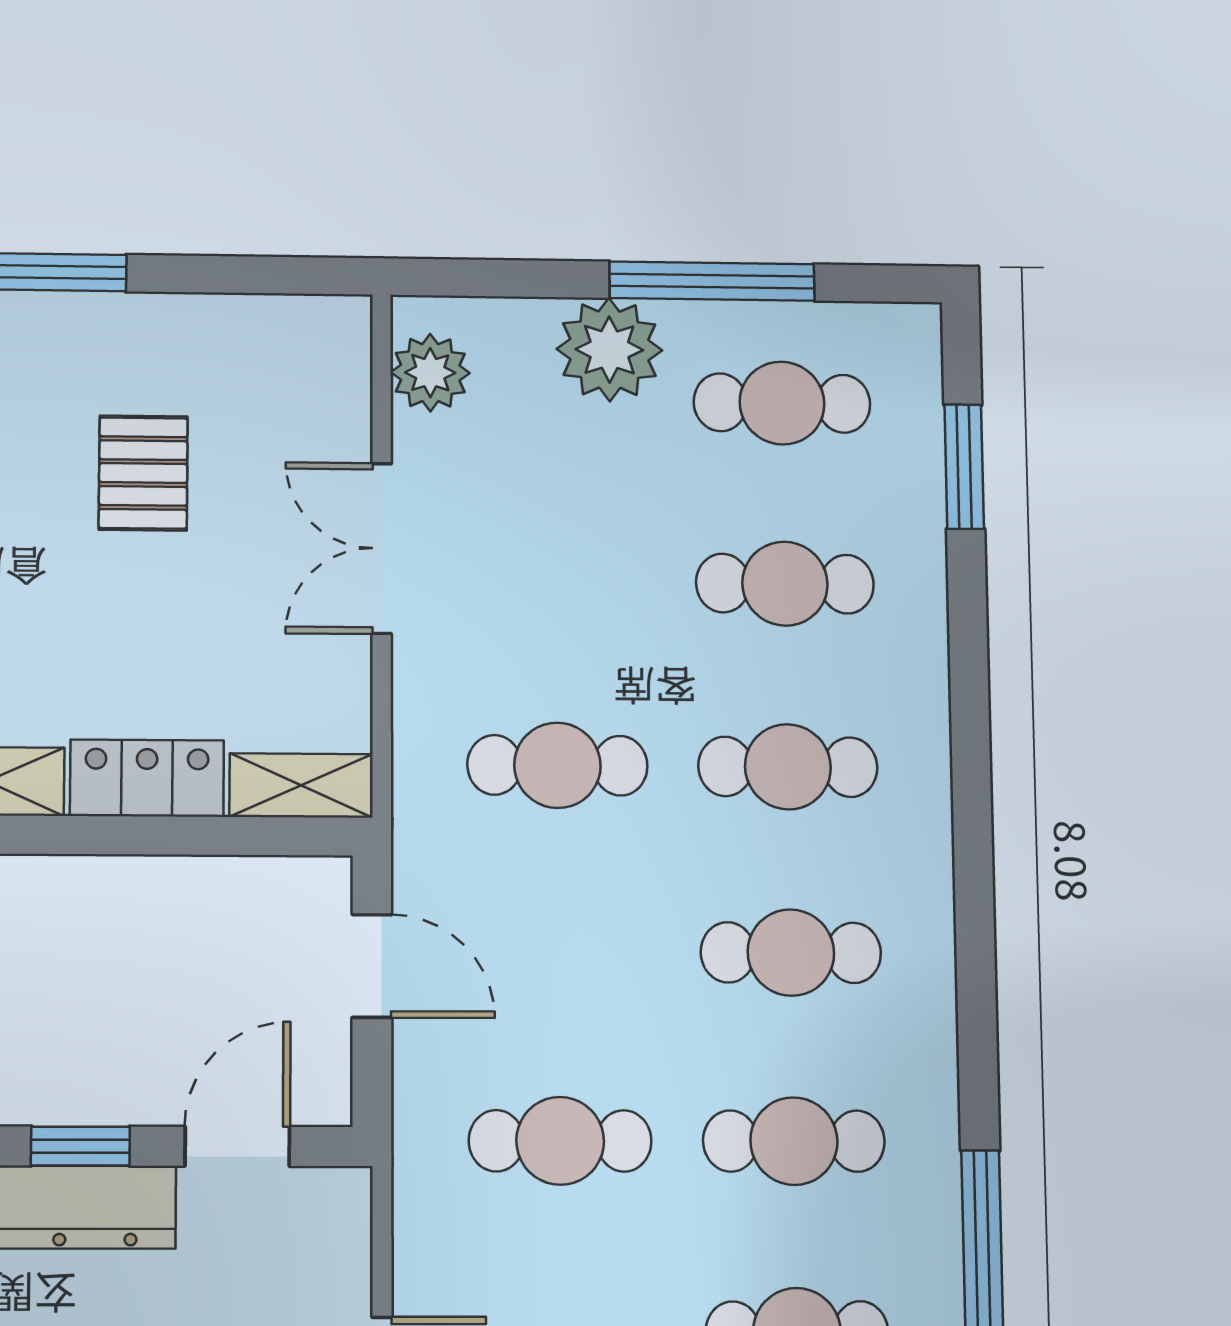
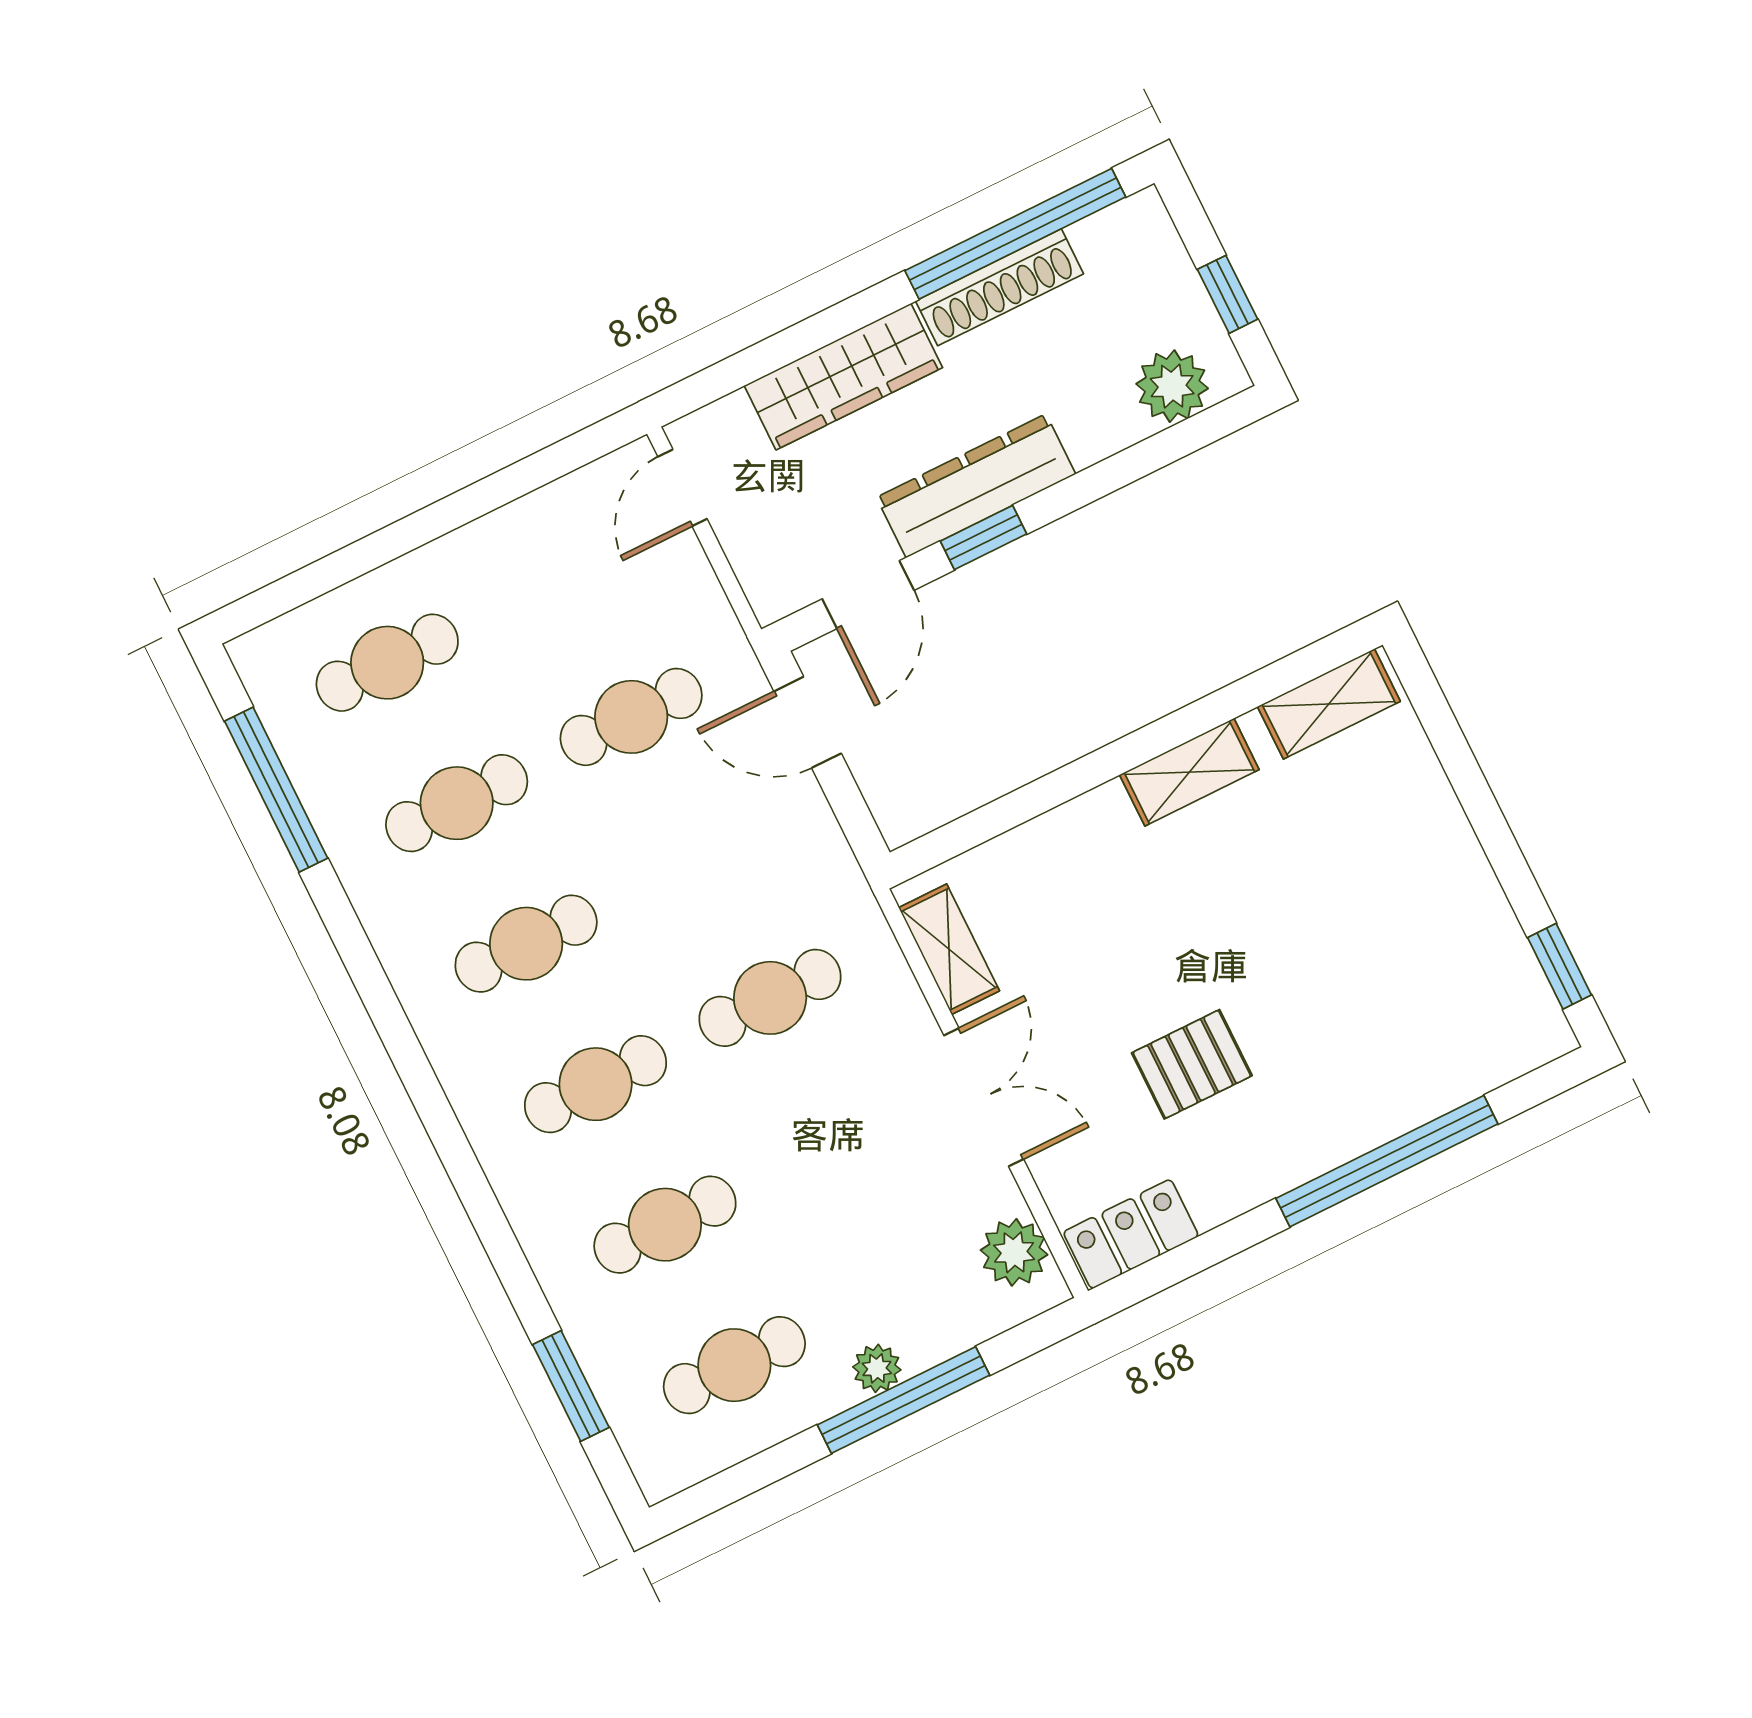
window: (712, 281) -> (903, 1400), moved
plant: (609, 350) -> (877, 1368), width x0.53, depth x0.53
pallet: (143, 473) -> (1192, 1064), turned 90
locker: (147, 778) -> (1131, 1234), moved, turned 180
shelving: (301, 785) -> (949, 949), moved, turned 90
door: (372, 966) -> (808, 722), moved

